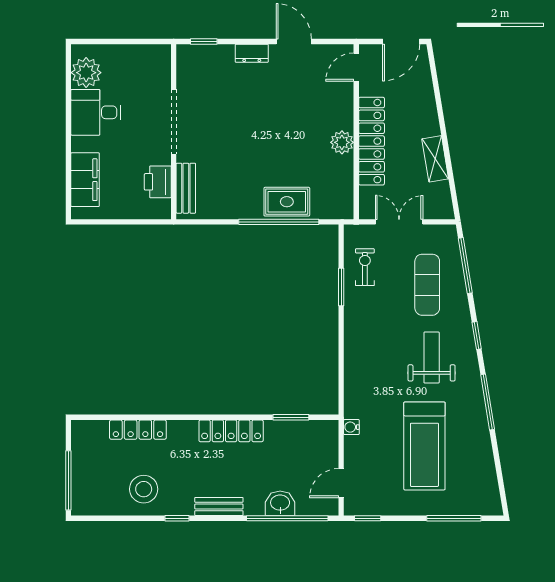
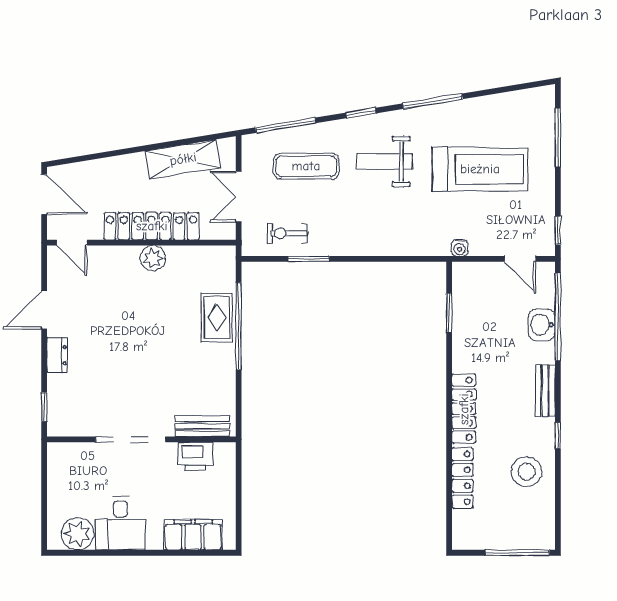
shelving: (435, 159) -> (183, 159), width x1.50, depth x1.33
locker: (231, 431) -> (464, 409), moved

